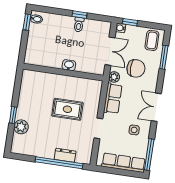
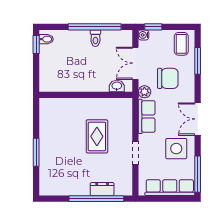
window: (80, 15) -> (95, 27), width x3.17
double door: (110, 51) -> (135, 63), swing flipped
washbasin: (69, 65) -> (117, 86), moved
rug: (67, 109) -> (97, 136), turned 90
window: (13, 115) -> (36, 152), width x1.50
plant: (21, 127) -> (47, 164), removed
side table: (134, 130) -> (176, 149), width x1.87, depth x1.87

